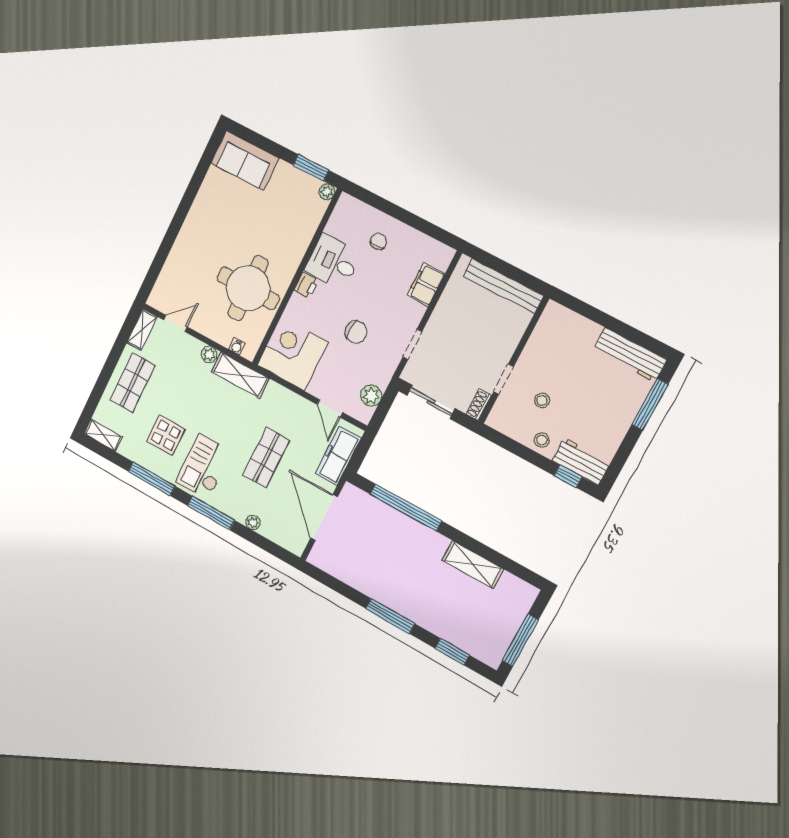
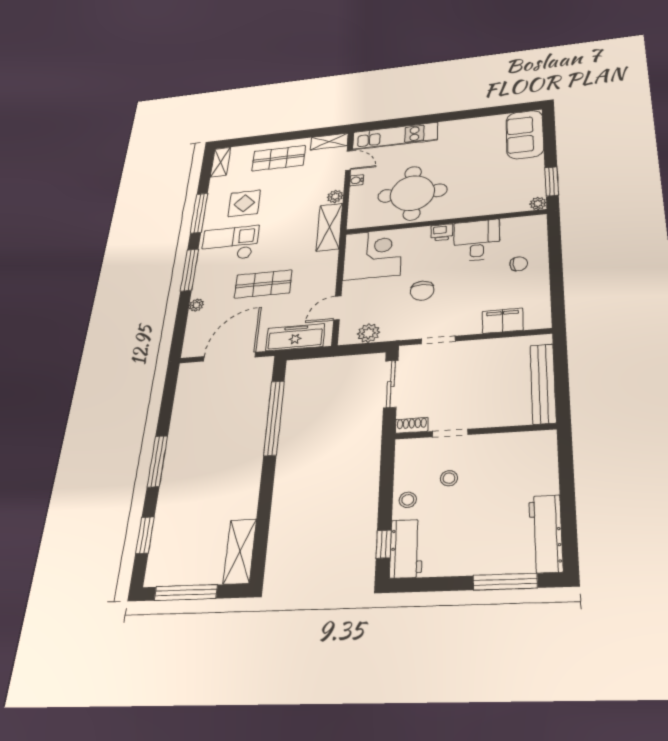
kitchen unit: (173, 270) -> (395, 136), added
water cooler: (237, 346) -> (357, 180), moved
shelving: (473, 565) -> (240, 551), moved

